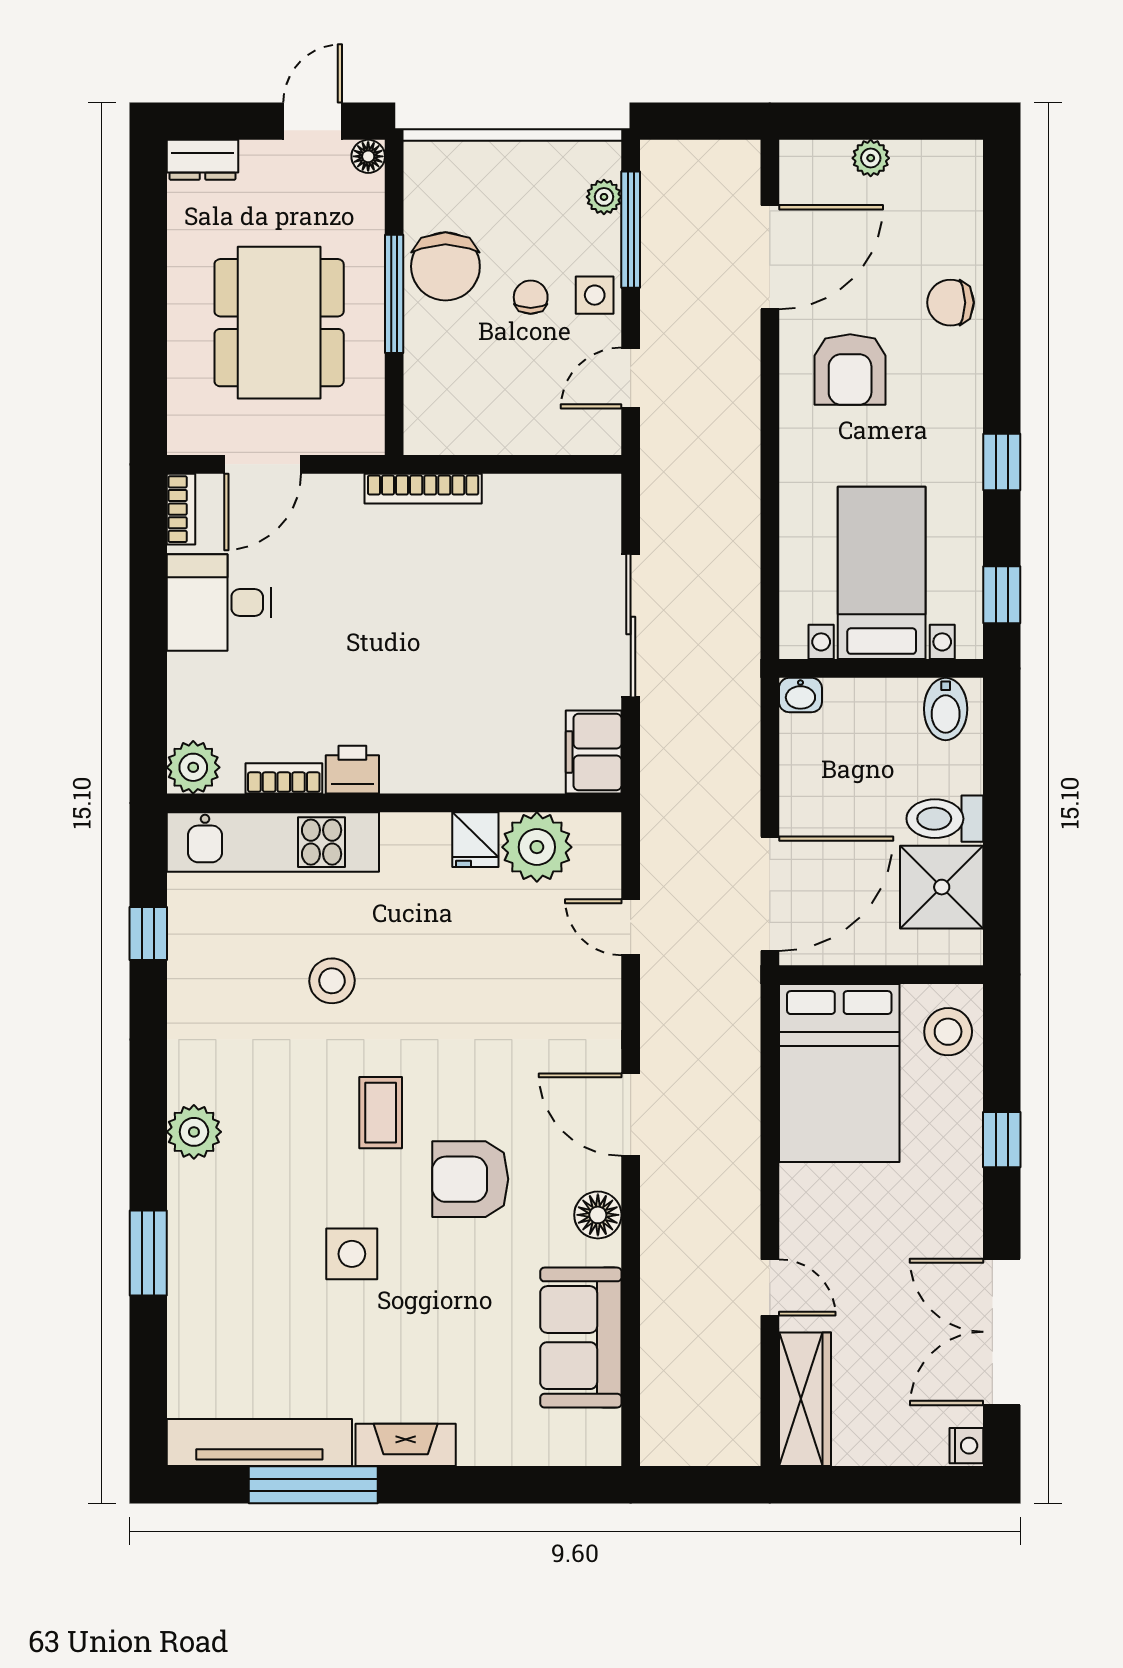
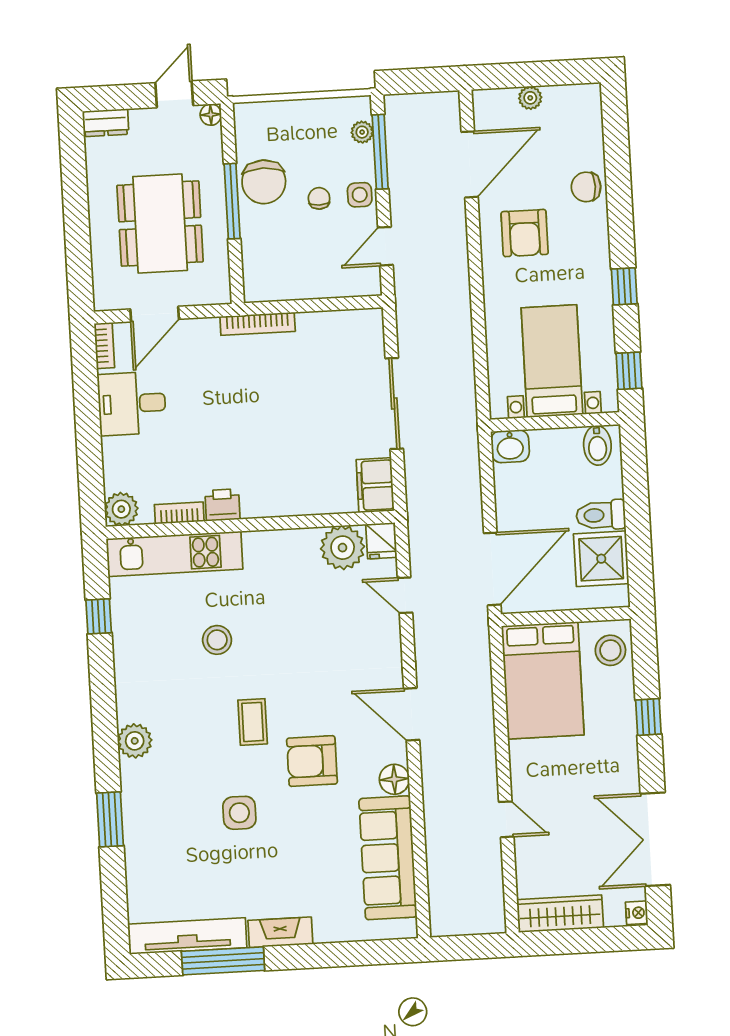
washbasin: (800, 695) -> (510, 446), width x1.38, depth x1.45
fridge: (475, 840) -> (381, 541), moved
sofa: (581, 1338) -> (388, 858), width x1.36
wardrobe: (805, 1399) -> (560, 914), moved, turned -90

